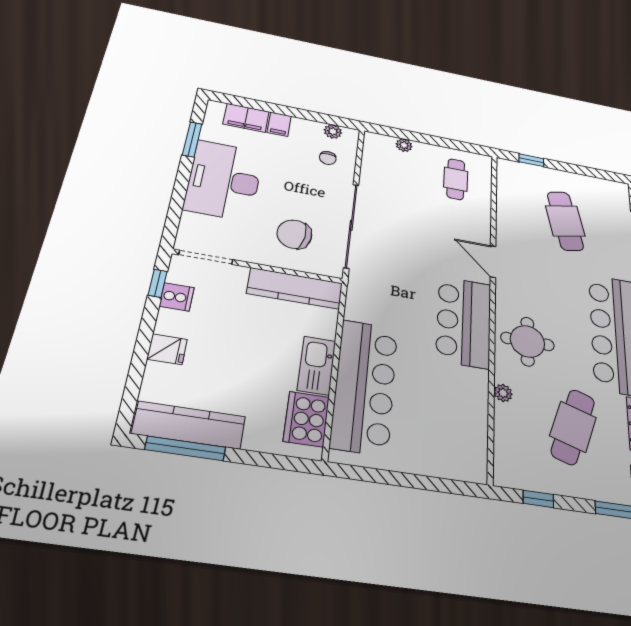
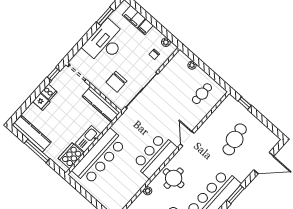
chair: (294, 234) -> (116, 82), turned -98
cooker: (177, 297) -> (49, 92), moved
window: (185, 448) -> (37, 151), moved

